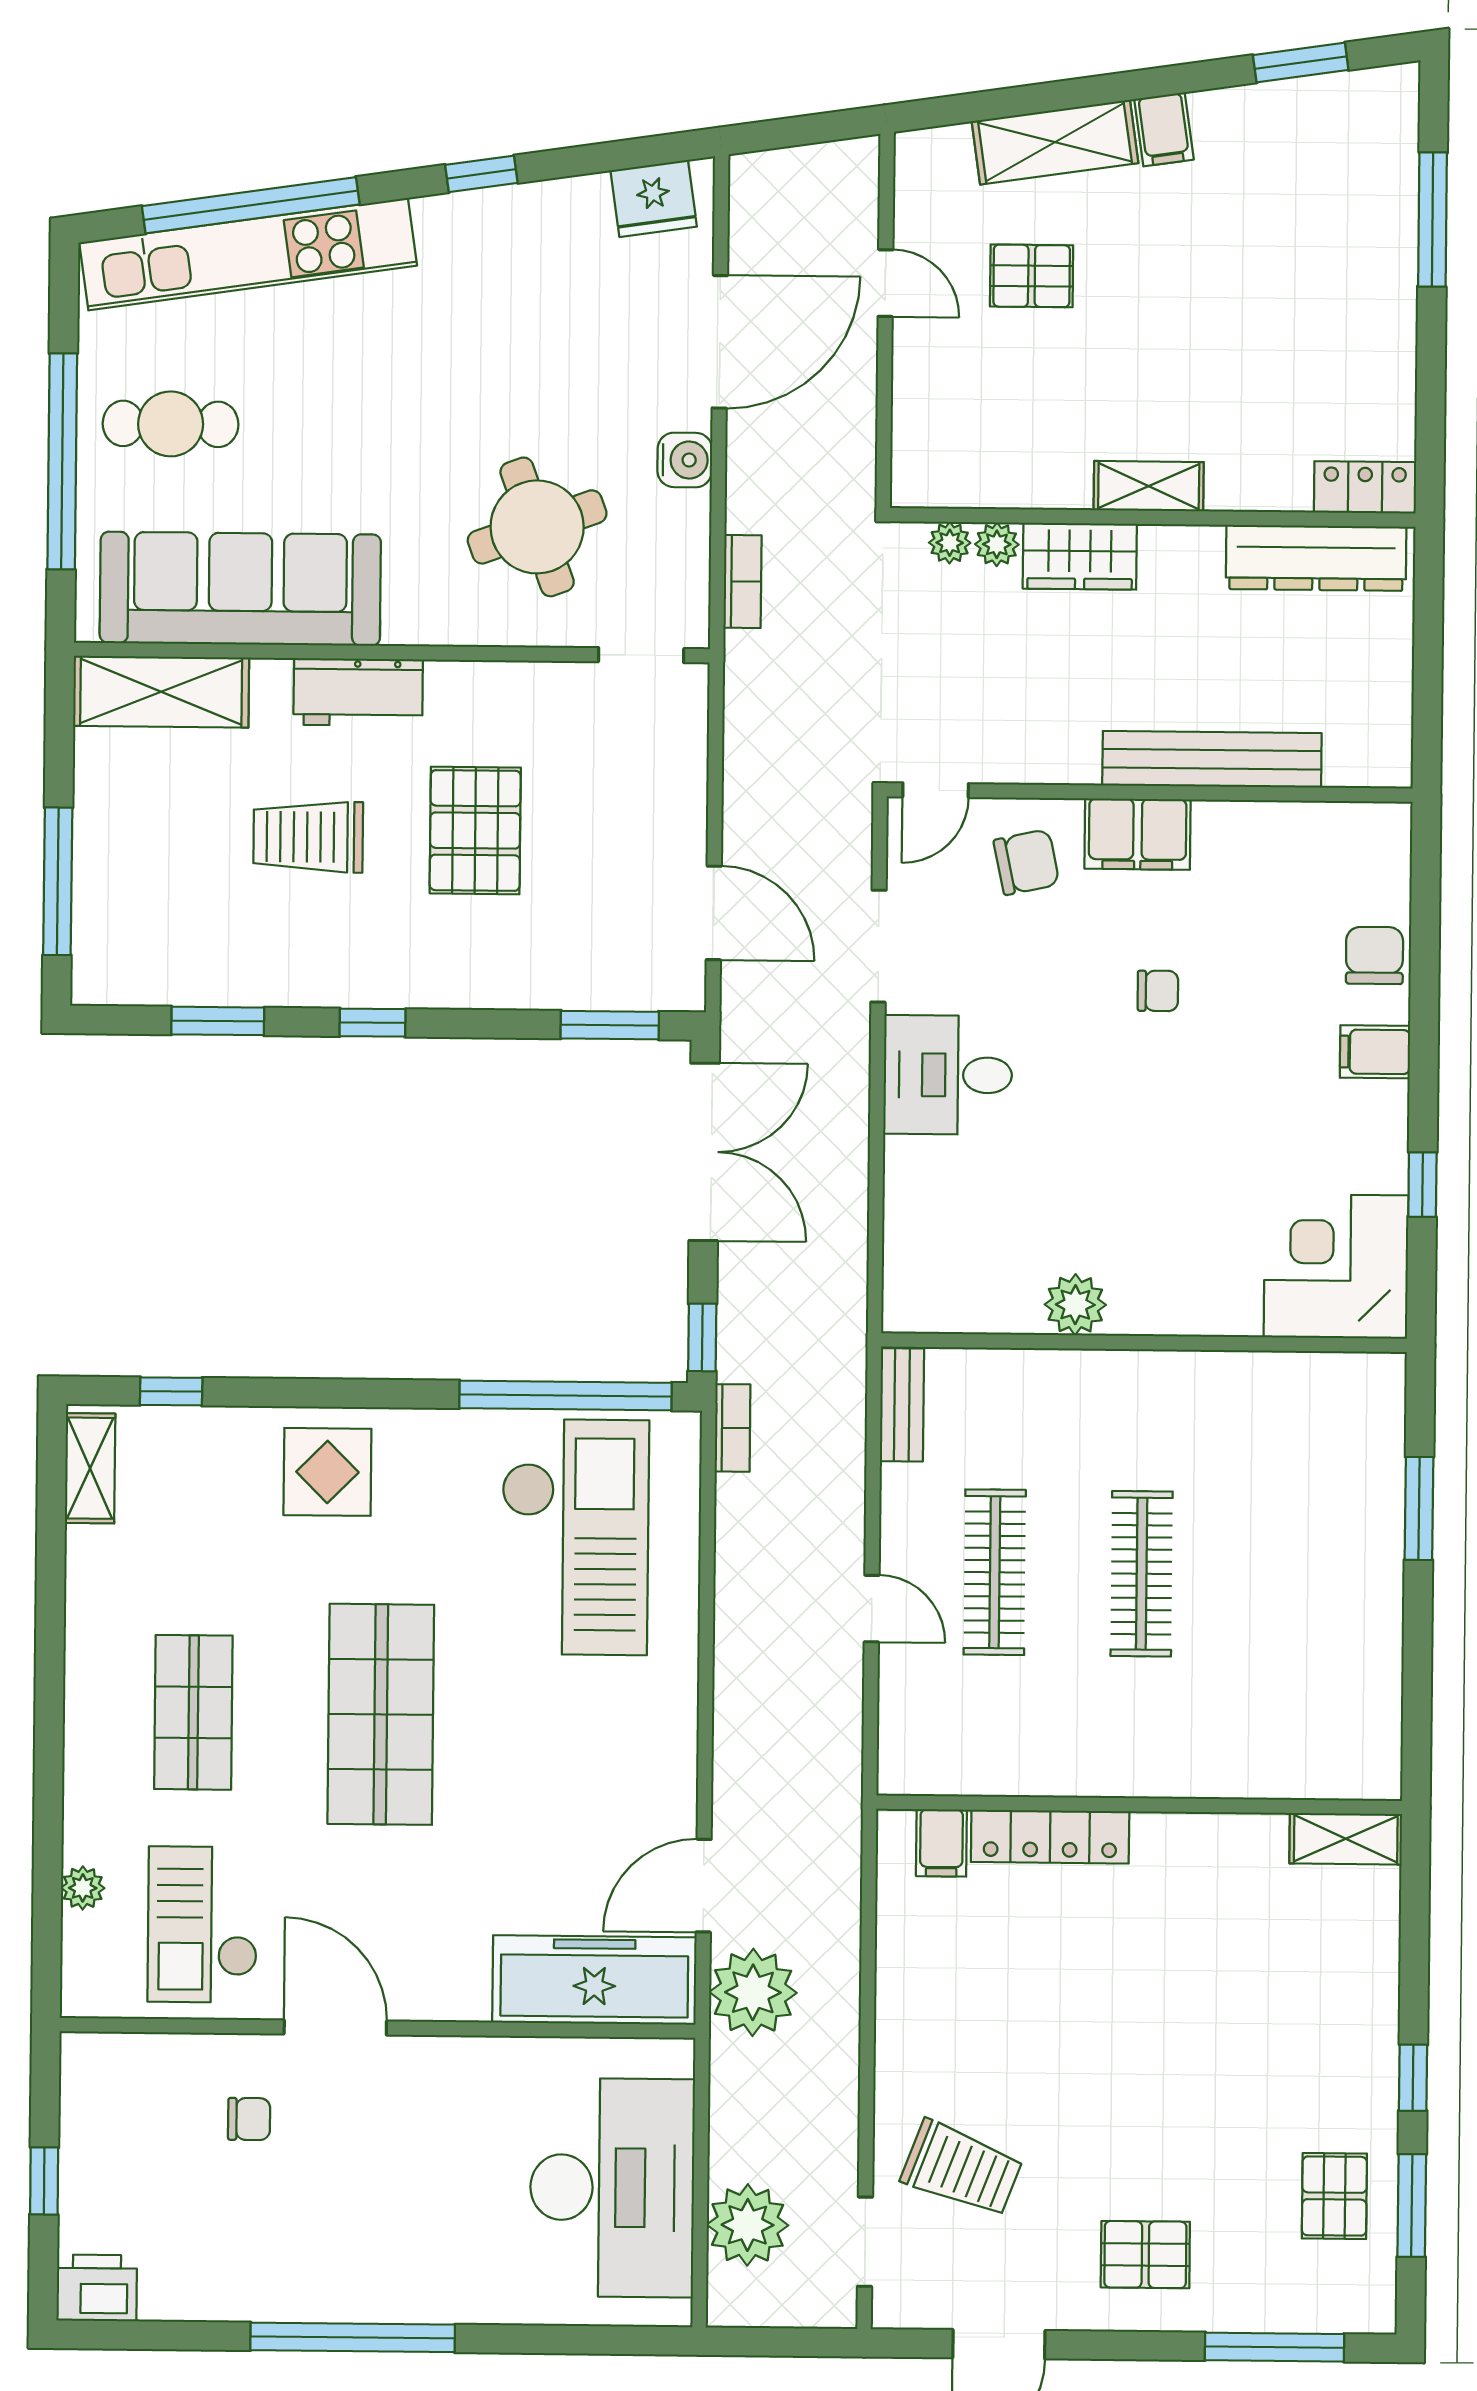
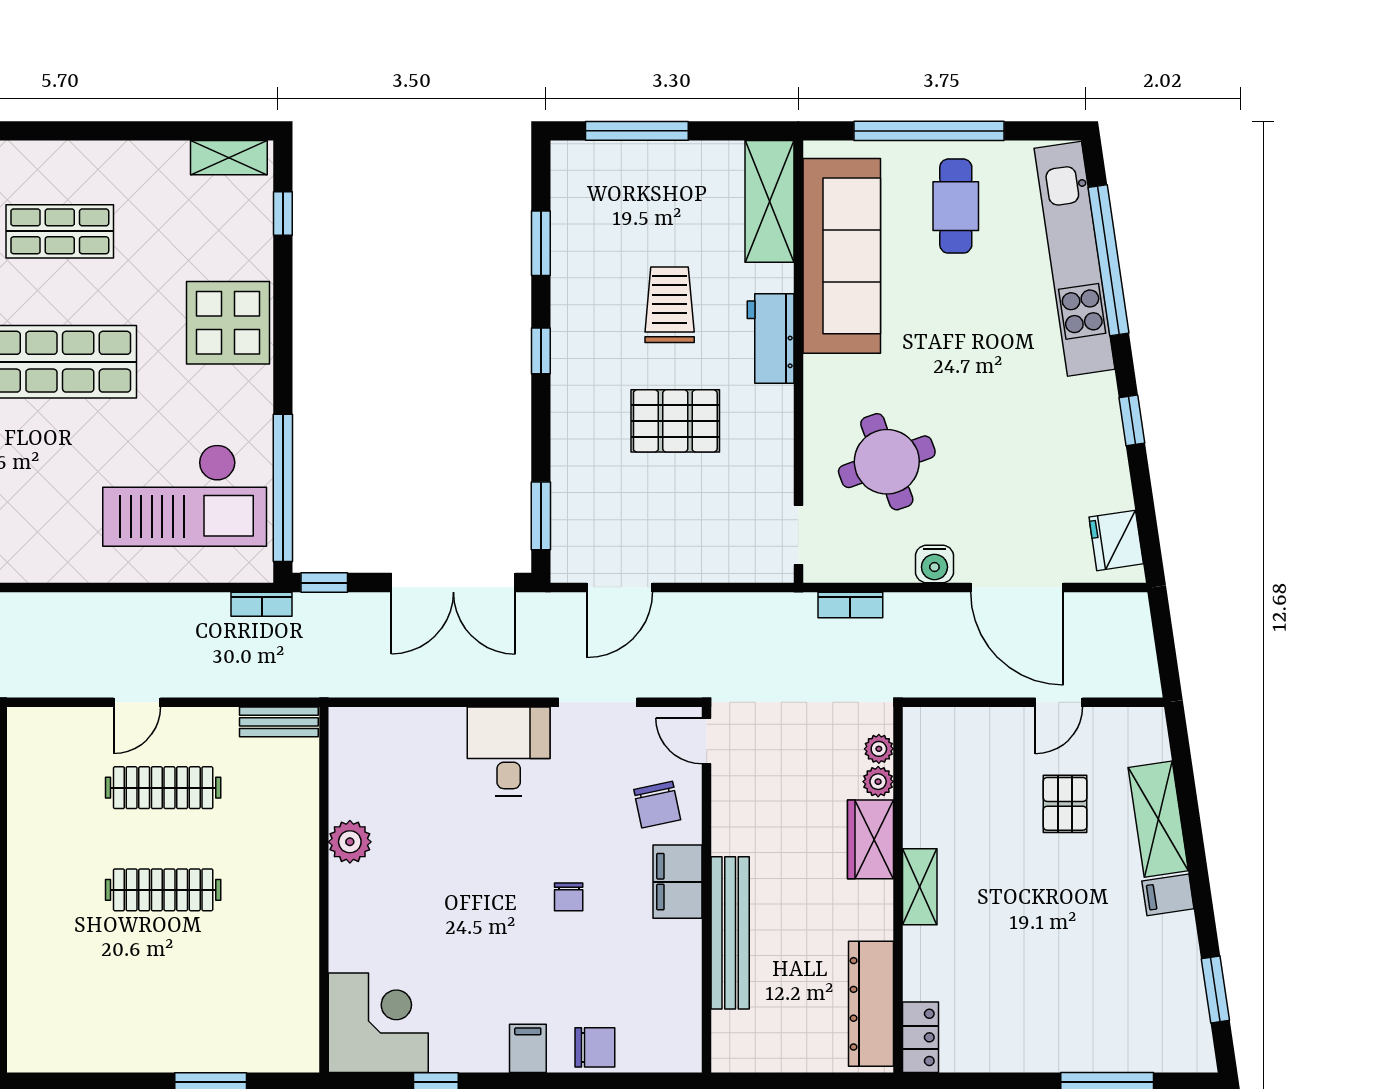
display table: (327, 1472) -> (228, 323), width x1.36, depth x1.36

